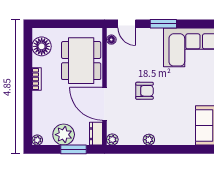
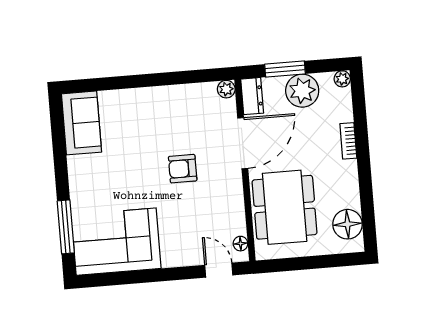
window: (163, 24) -> (162, 275), removed
bookcase: (37, 79) -> (348, 141), moved
door: (105, 104) -> (243, 143), hinge flipped
plant: (149, 140) -> (170, 94), removed

